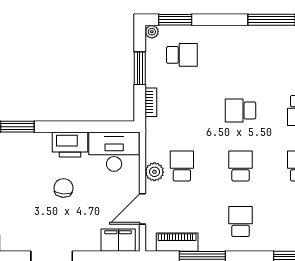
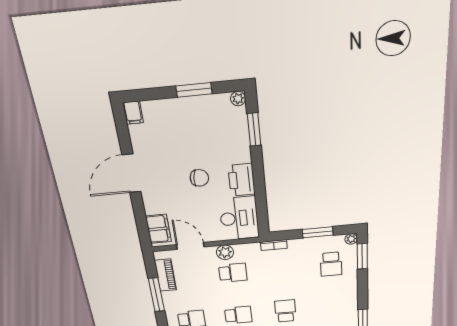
bookcase: (151, 102) -> (274, 245), moved

